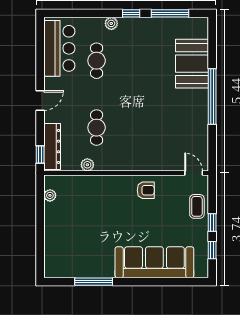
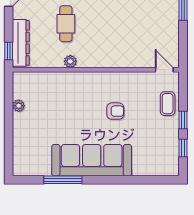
plant: (87, 165) -> (70, 61), moved
armchair: (146, 190) -> (115, 111), moved
plant: (50, 195) -> (19, 106), moved
sofa: (154, 262) -> (92, 160), moved

